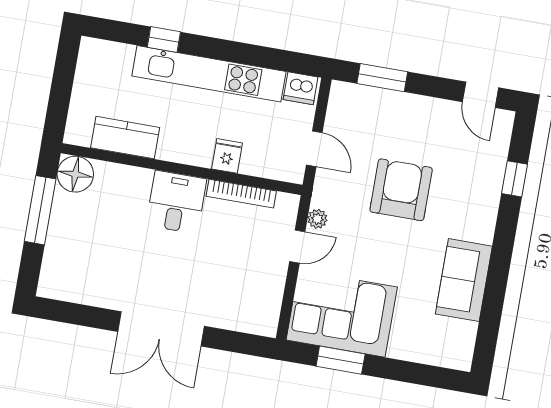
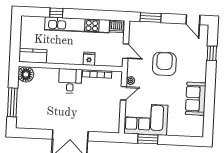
kitchen counter: (125, 138) -> (33, 56), moved
window: (40, 210) -> (12, 102), moved

